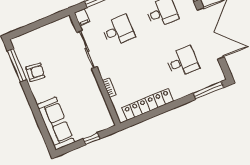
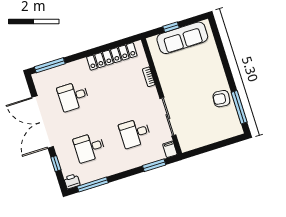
sofa: (56, 123) -> (182, 38), moved, turned -90

